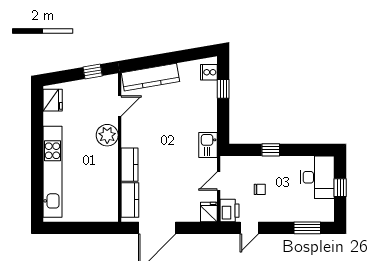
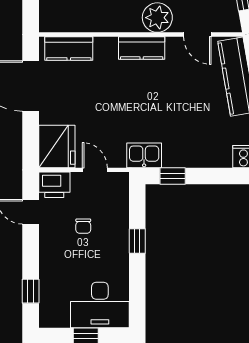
window: (223, 89) -> (173, 176), moved
kitchen counter: (129, 165) -> (142, 48), moved
fridge: (209, 212) -> (57, 147), width x1.88, depth x1.34
window: (307, 228) -> (31, 291), width x0.67

